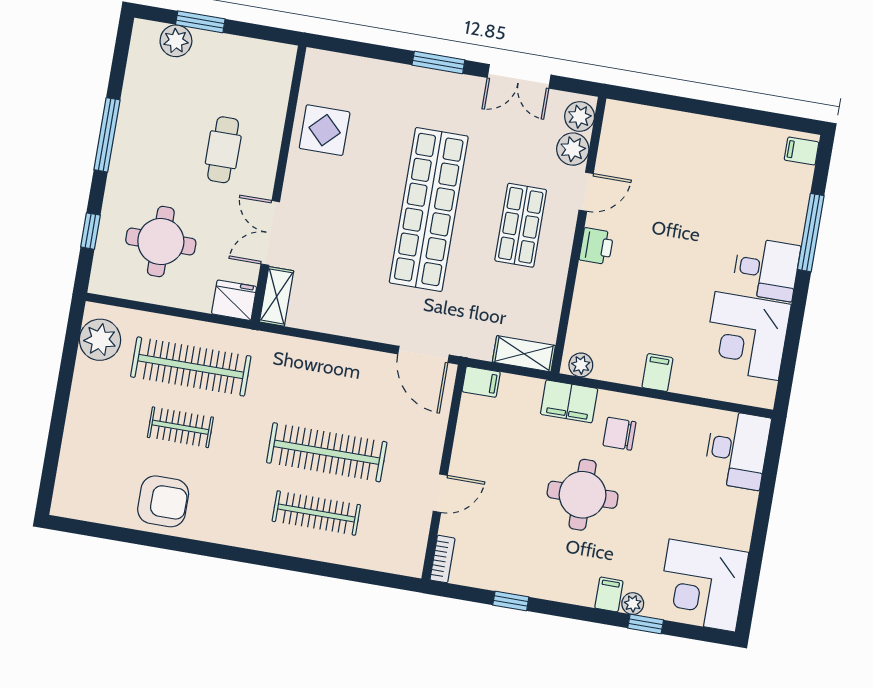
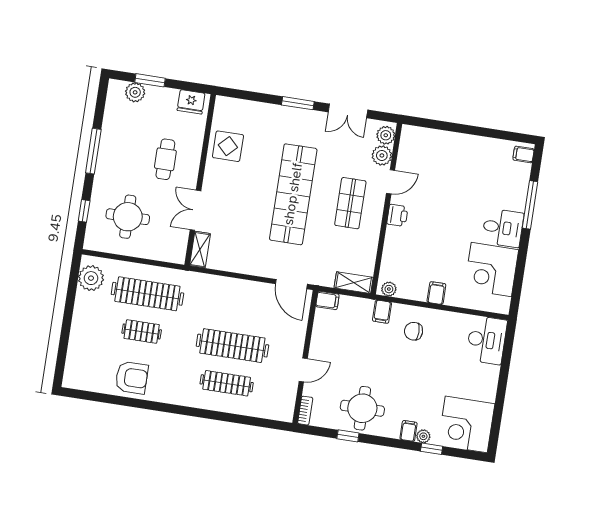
fridge: (234, 300) -> (191, 102), moved, turned 180
filing cabinet: (569, 401) -> (382, 312), width x0.50
round table: (583, 495) -> (362, 408), moved

